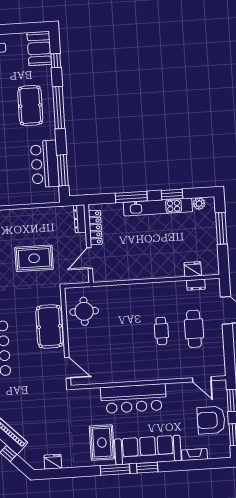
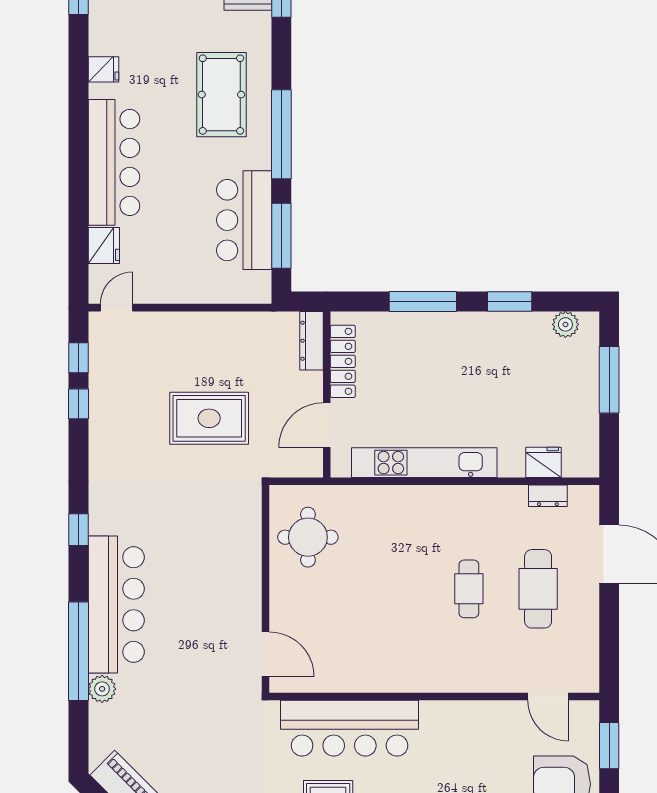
window: (59, 108) -> (281, 134), moved
kitchen unit: (158, 207) -> (424, 463), moved, turned 180
pool table: (49, 326) -> (232, 565), removed
bar counter: (134, 398) -> (350, 728), moved

